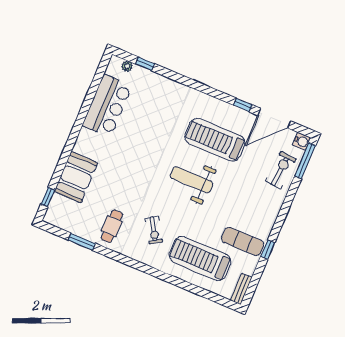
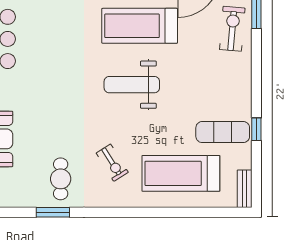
window: (82, 242) -> (53, 212), moved

